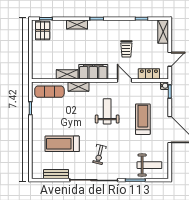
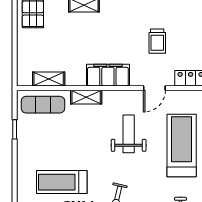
shelving: (67, 74) -> (49, 79), moved
door: (125, 81) -> (154, 88), swing flipped
treadmill: (143, 119) -> (182, 145), width x1.37, depth x1.38

